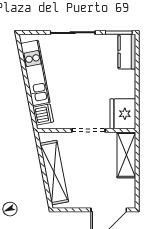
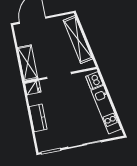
kitchen counter: (127, 52) -> (38, 118), moved
fridge: (123, 114) -> (33, 88), width x0.53, depth x0.75

